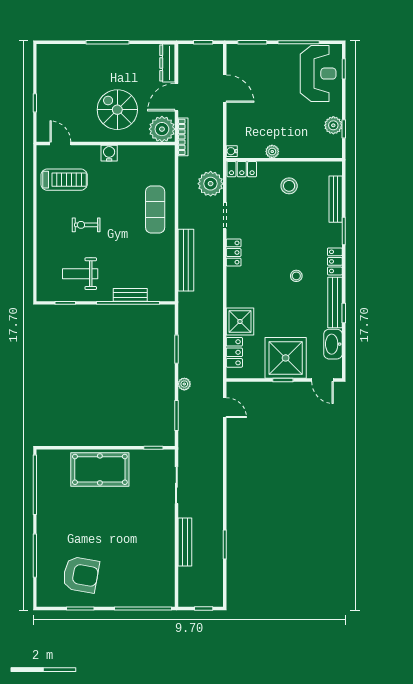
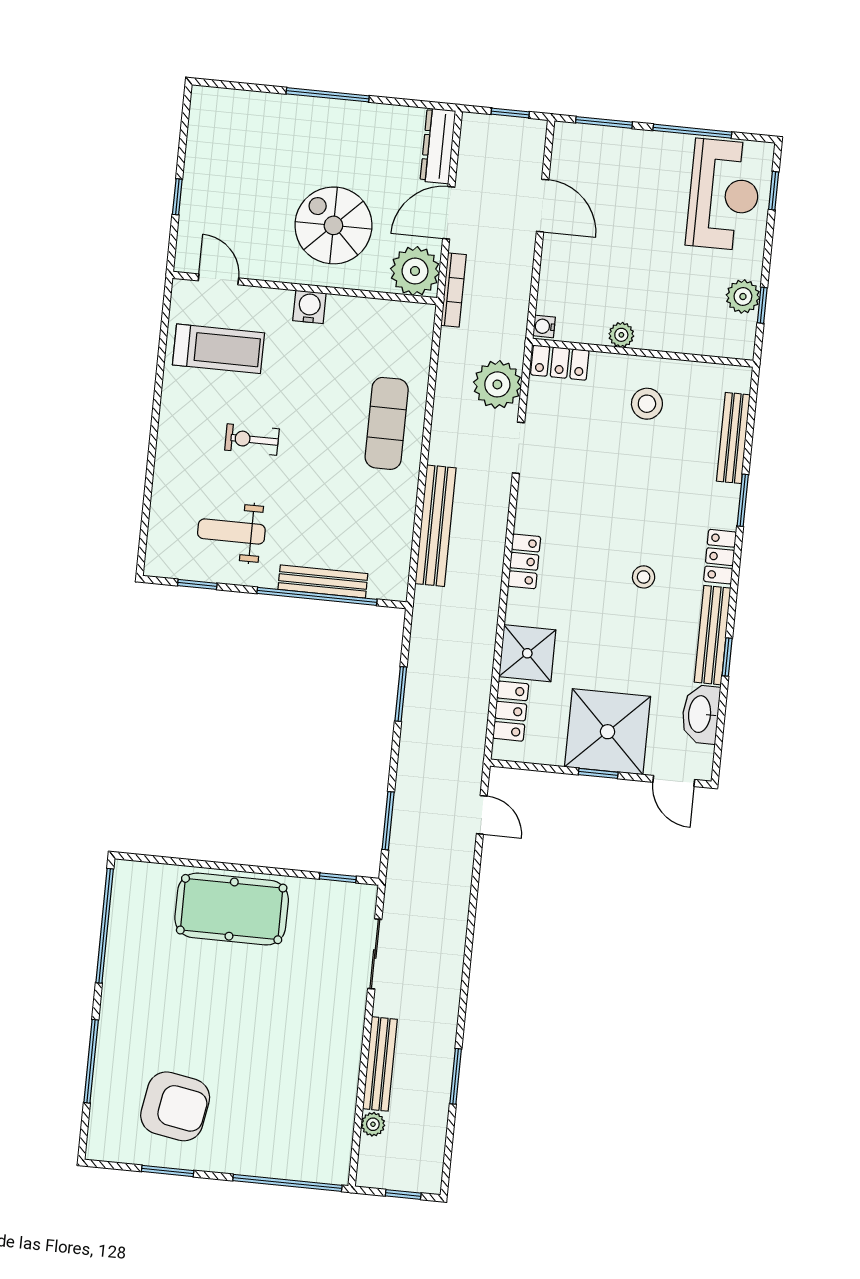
locker: (234, 253) -> (524, 561), moved
bench: (130, 295) -> (323, 581), width x1.36
plant: (184, 384) -> (373, 1124), moved

